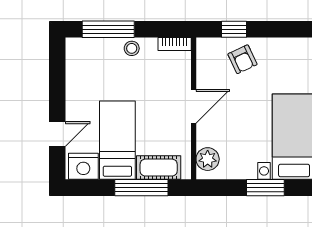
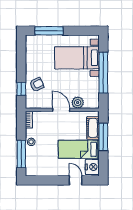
plant: (208, 159) -> (78, 103), moved
window: (265, 188) -> (103, 73), width x2.11

